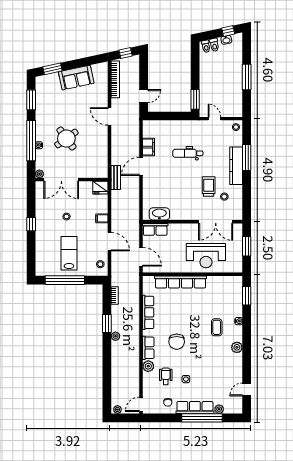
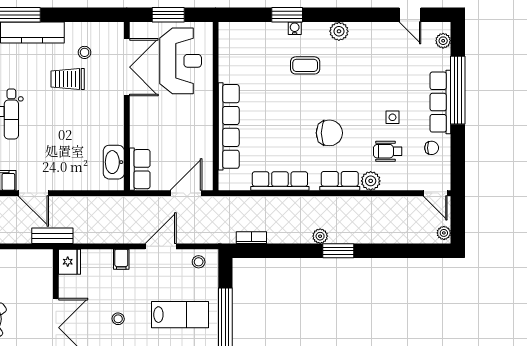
lab bench: (69, 253) -> (180, 315), turned 180
reception desk: (206, 256) -> (181, 61), moved
window: (247, 296) -> (287, 15), moved
window: (107, 324) -> (338, 251), moved
plant: (219, 409) -> (443, 41), moved

